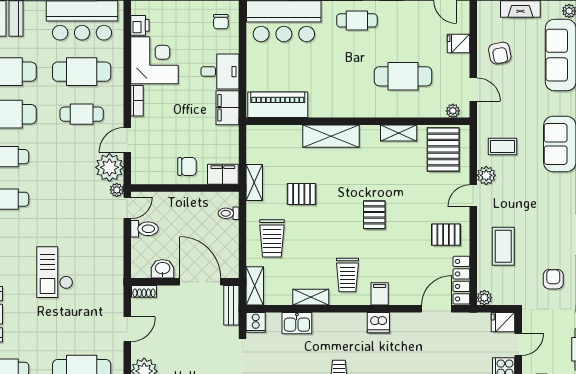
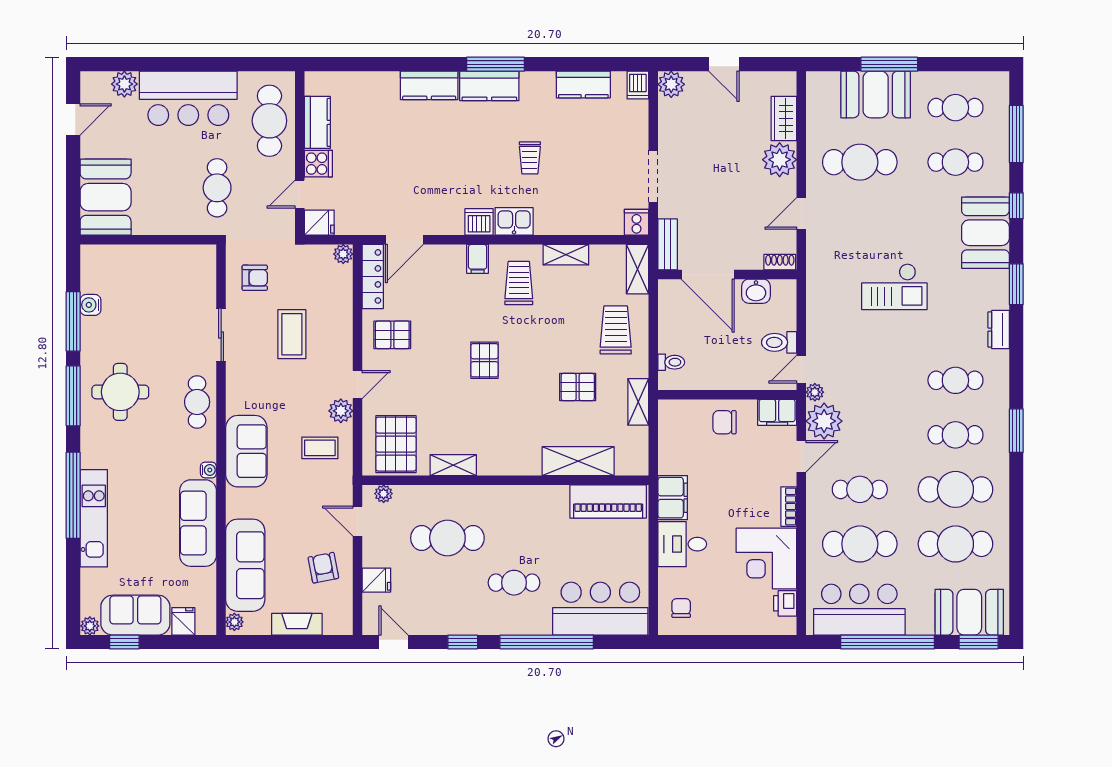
cafe table: (357, 20) -> (514, 583), moved
shelving: (331, 136) -> (578, 461), moved
filing cabinet: (223, 174) -> (777, 412), moved
coffee table: (503, 246) -> (292, 334), moved
checkout: (55, 272) -> (894, 287), turned 90
armchair: (553, 279) -> (255, 278), turned -90
kitchen sink: (297, 323) -> (514, 221), moved

